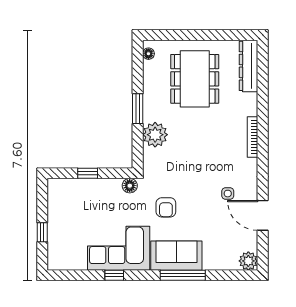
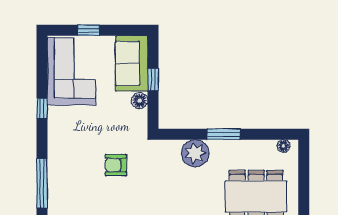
floor lamp: (130, 186) -> (140, 101), moved
corner sofa: (119, 248) -> (71, 71), moved
sofa: (176, 256) -> (132, 63), moved, turned 180

